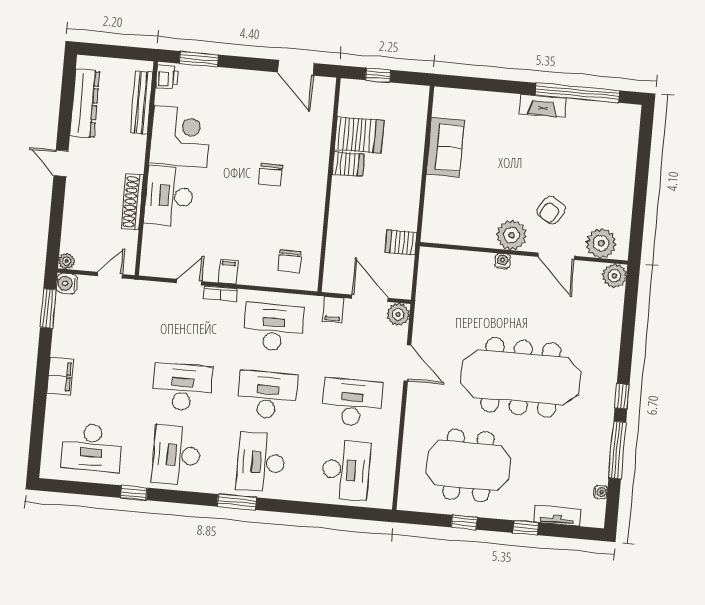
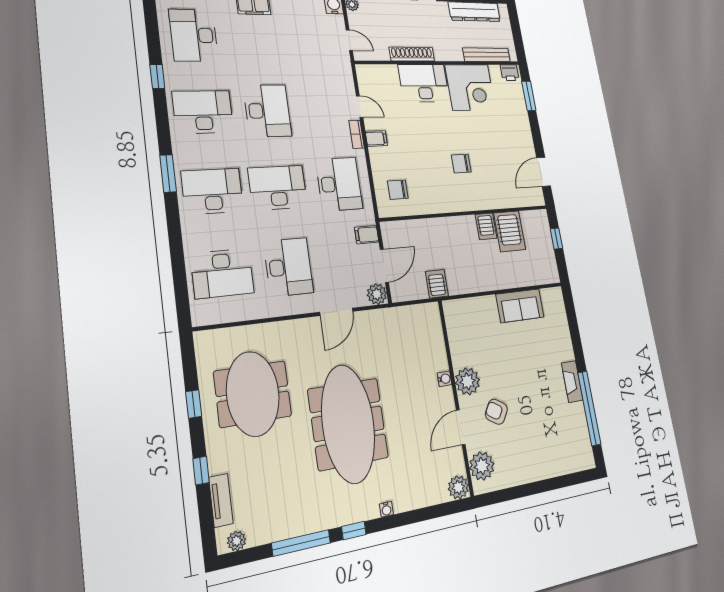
desk: (267, 395) -> (278, 188), turned -90
water cooler: (601, 492) -> (386, 509), moved
plant: (597, 509) -> (237, 541), added

